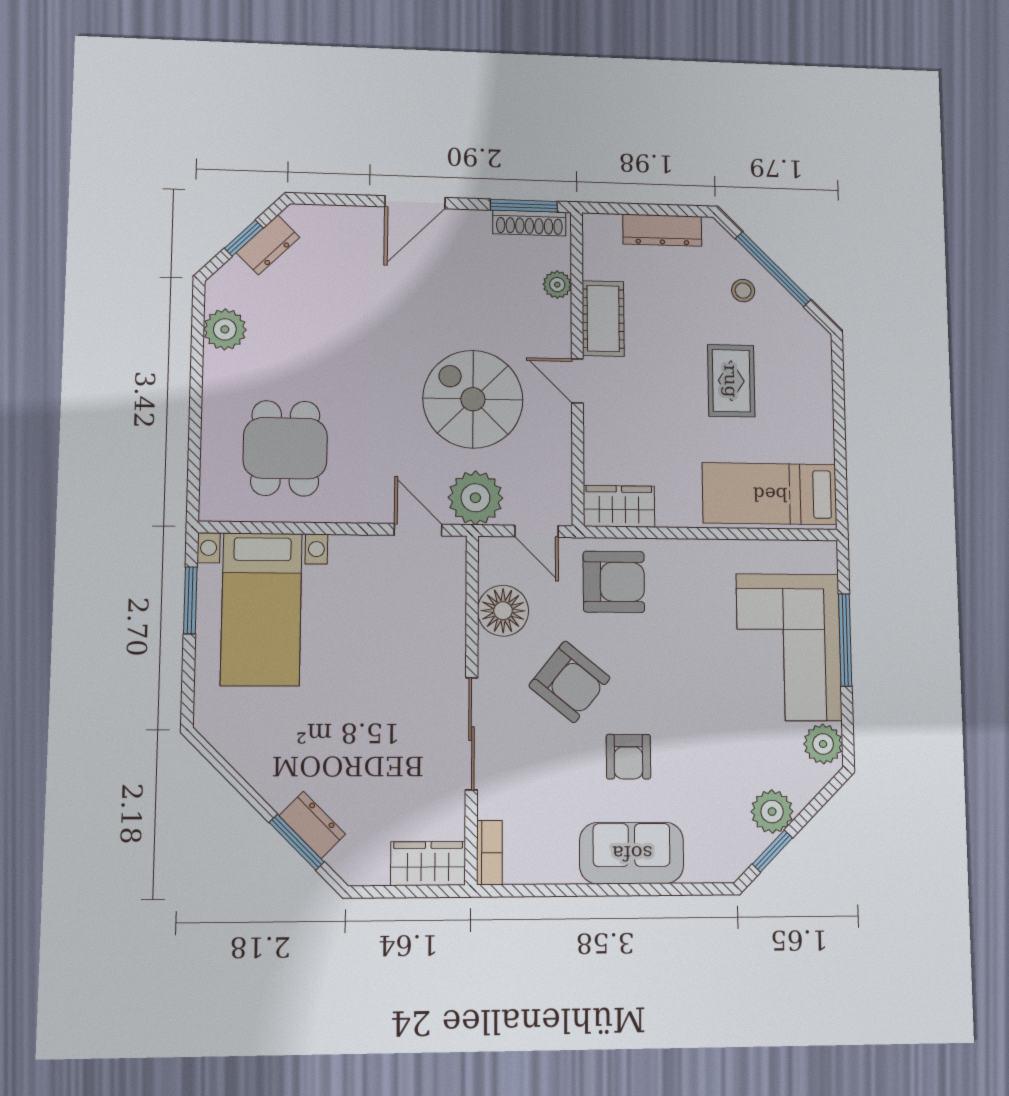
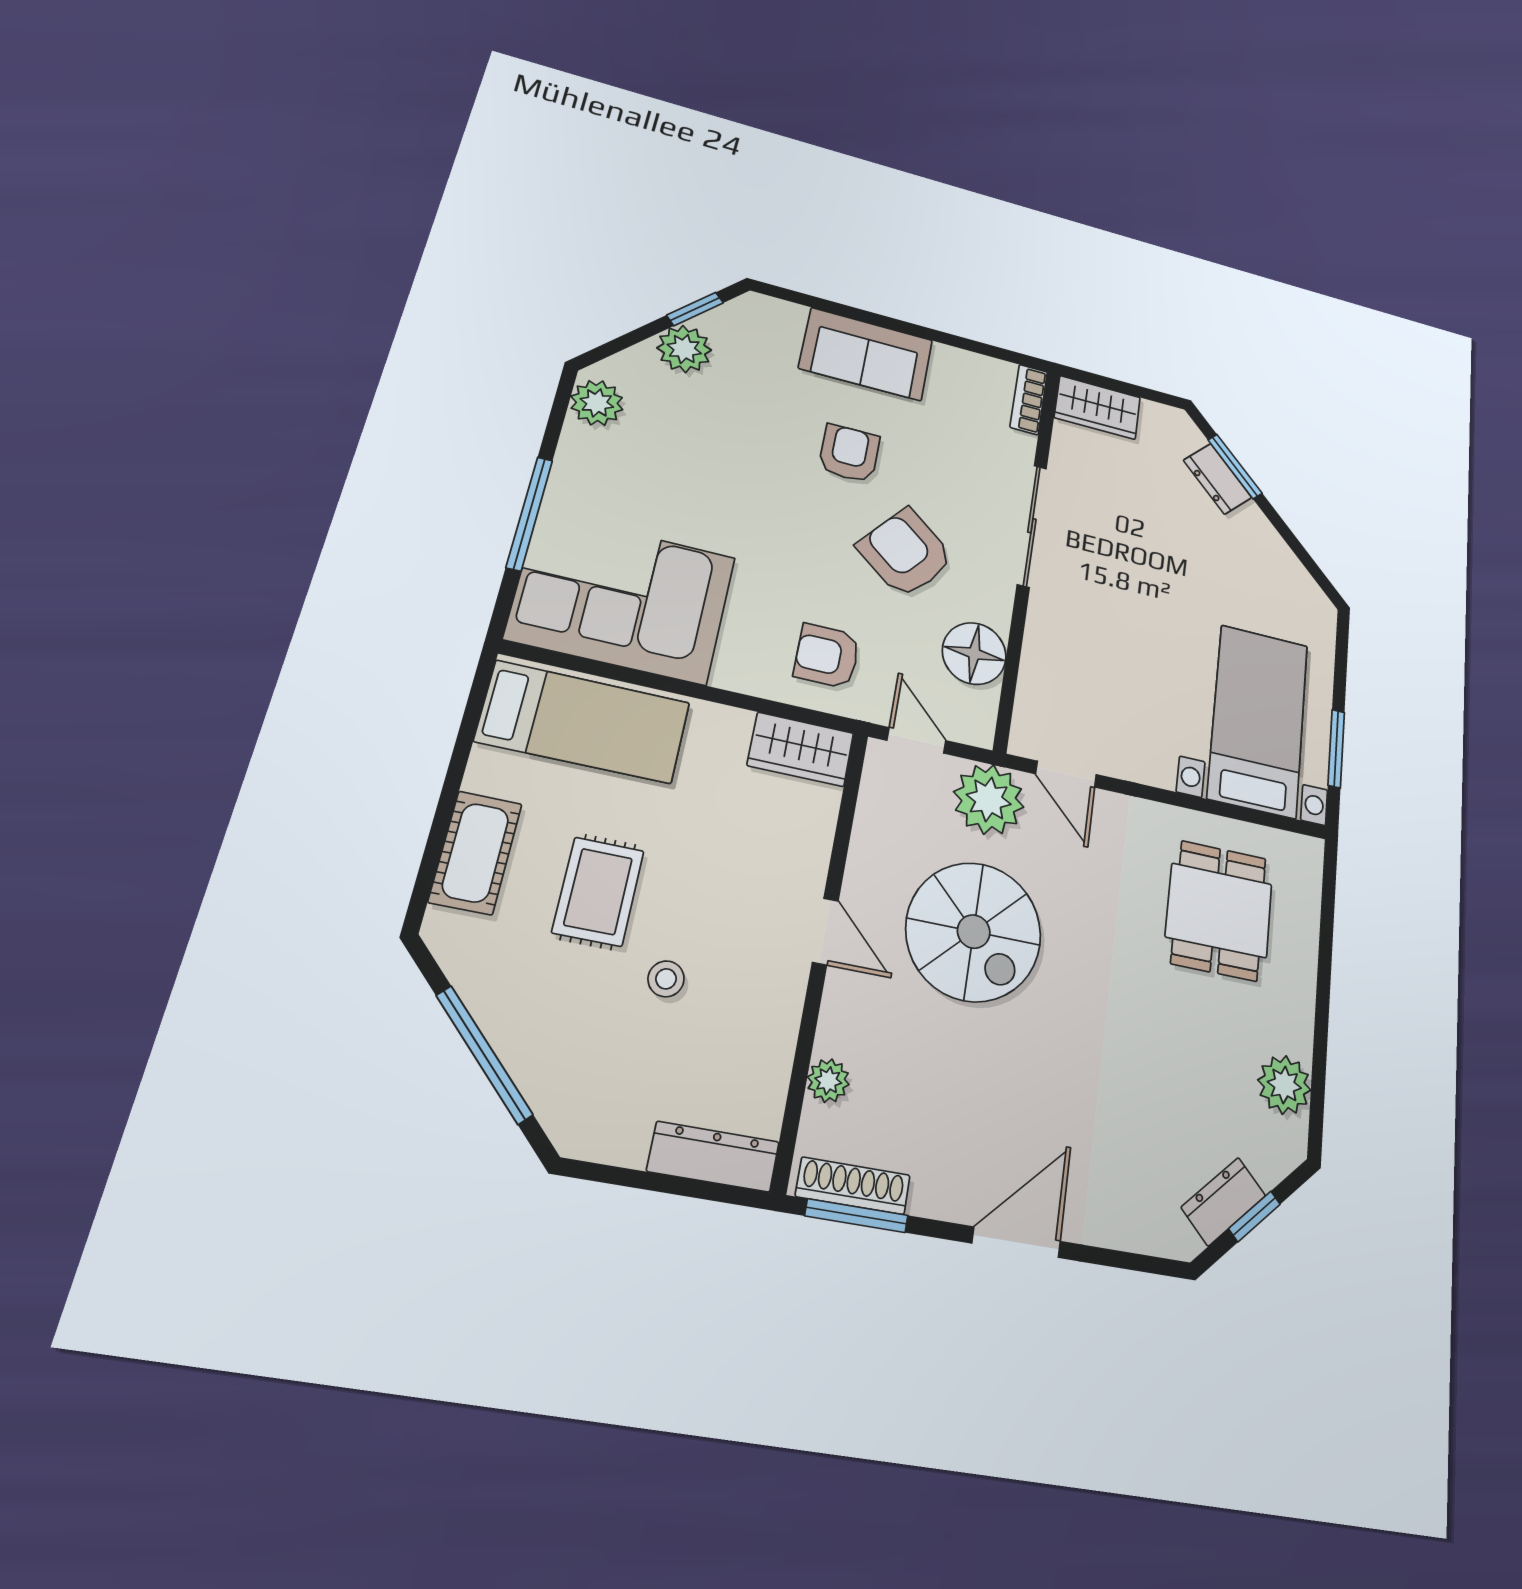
dresser: (662, 230) -> (713, 1157), moved
stool: (743, 291) -> (666, 979), moved
cot: (603, 318) -> (475, 853), moved
armchair: (614, 582) -> (827, 656), width x0.72, depth x0.72
corner sofa: (789, 647) -> (622, 598), moved, turned -90

